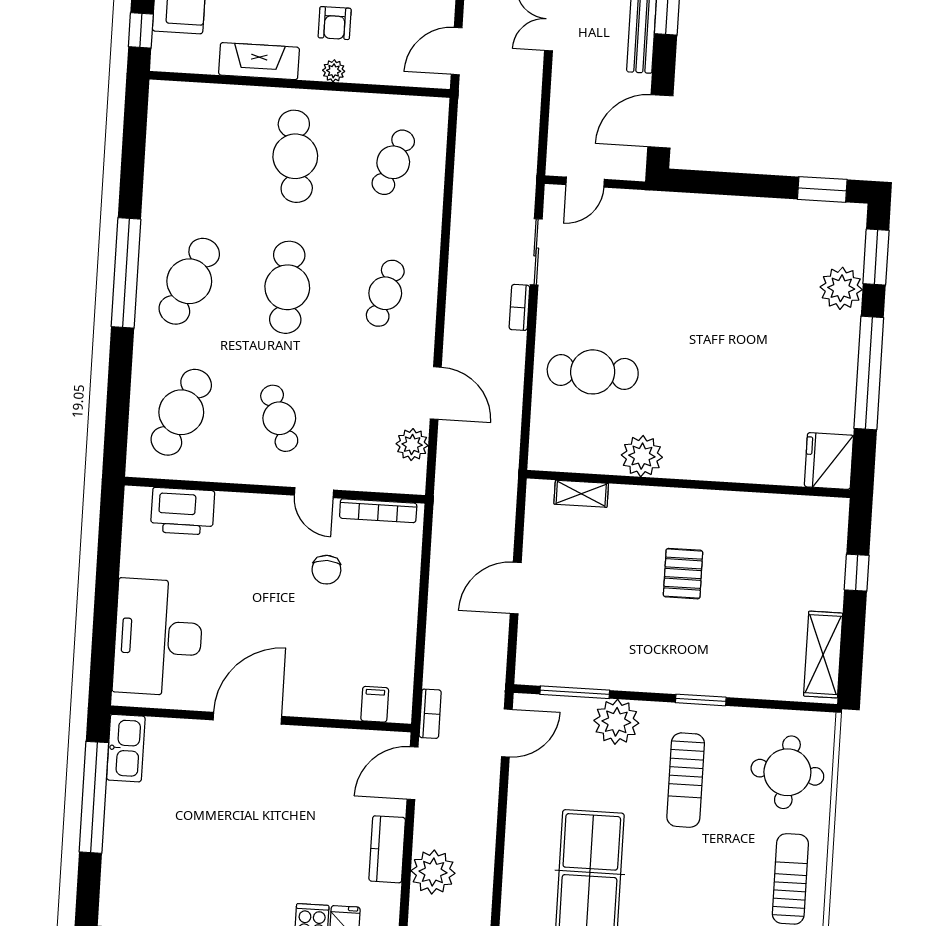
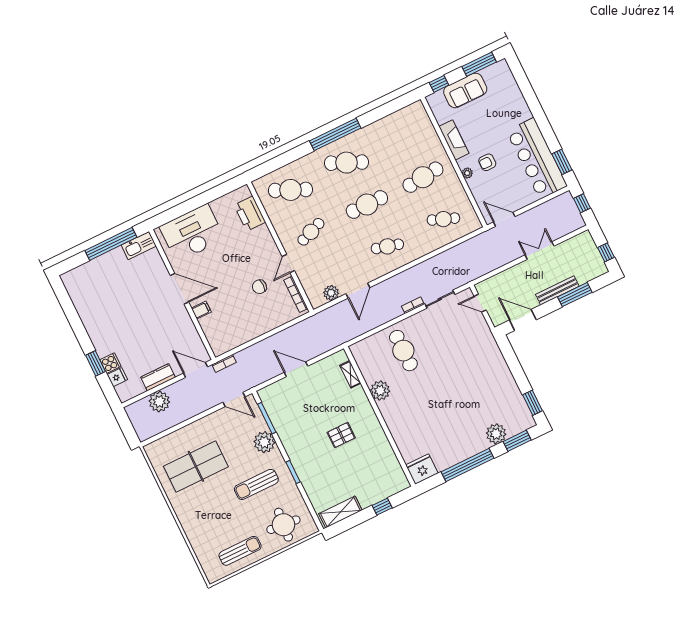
filing cabinet: (375, 704) -> (201, 310), moved

